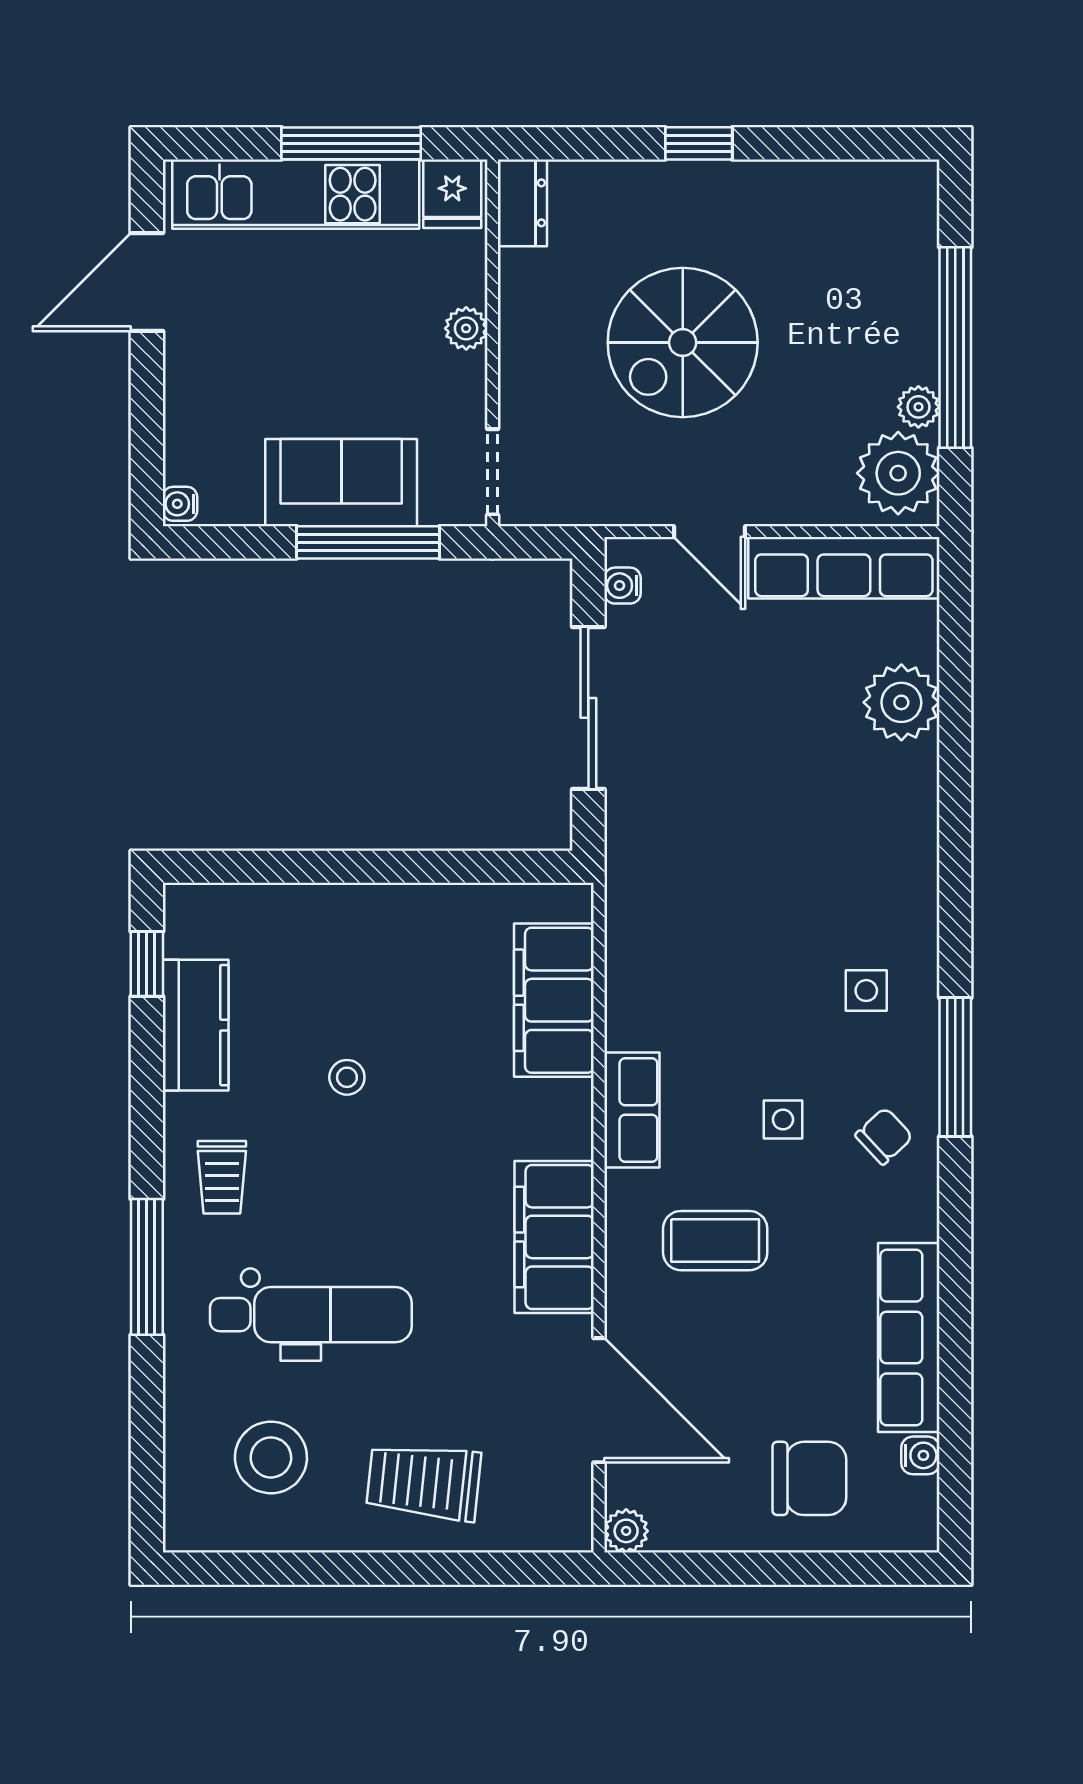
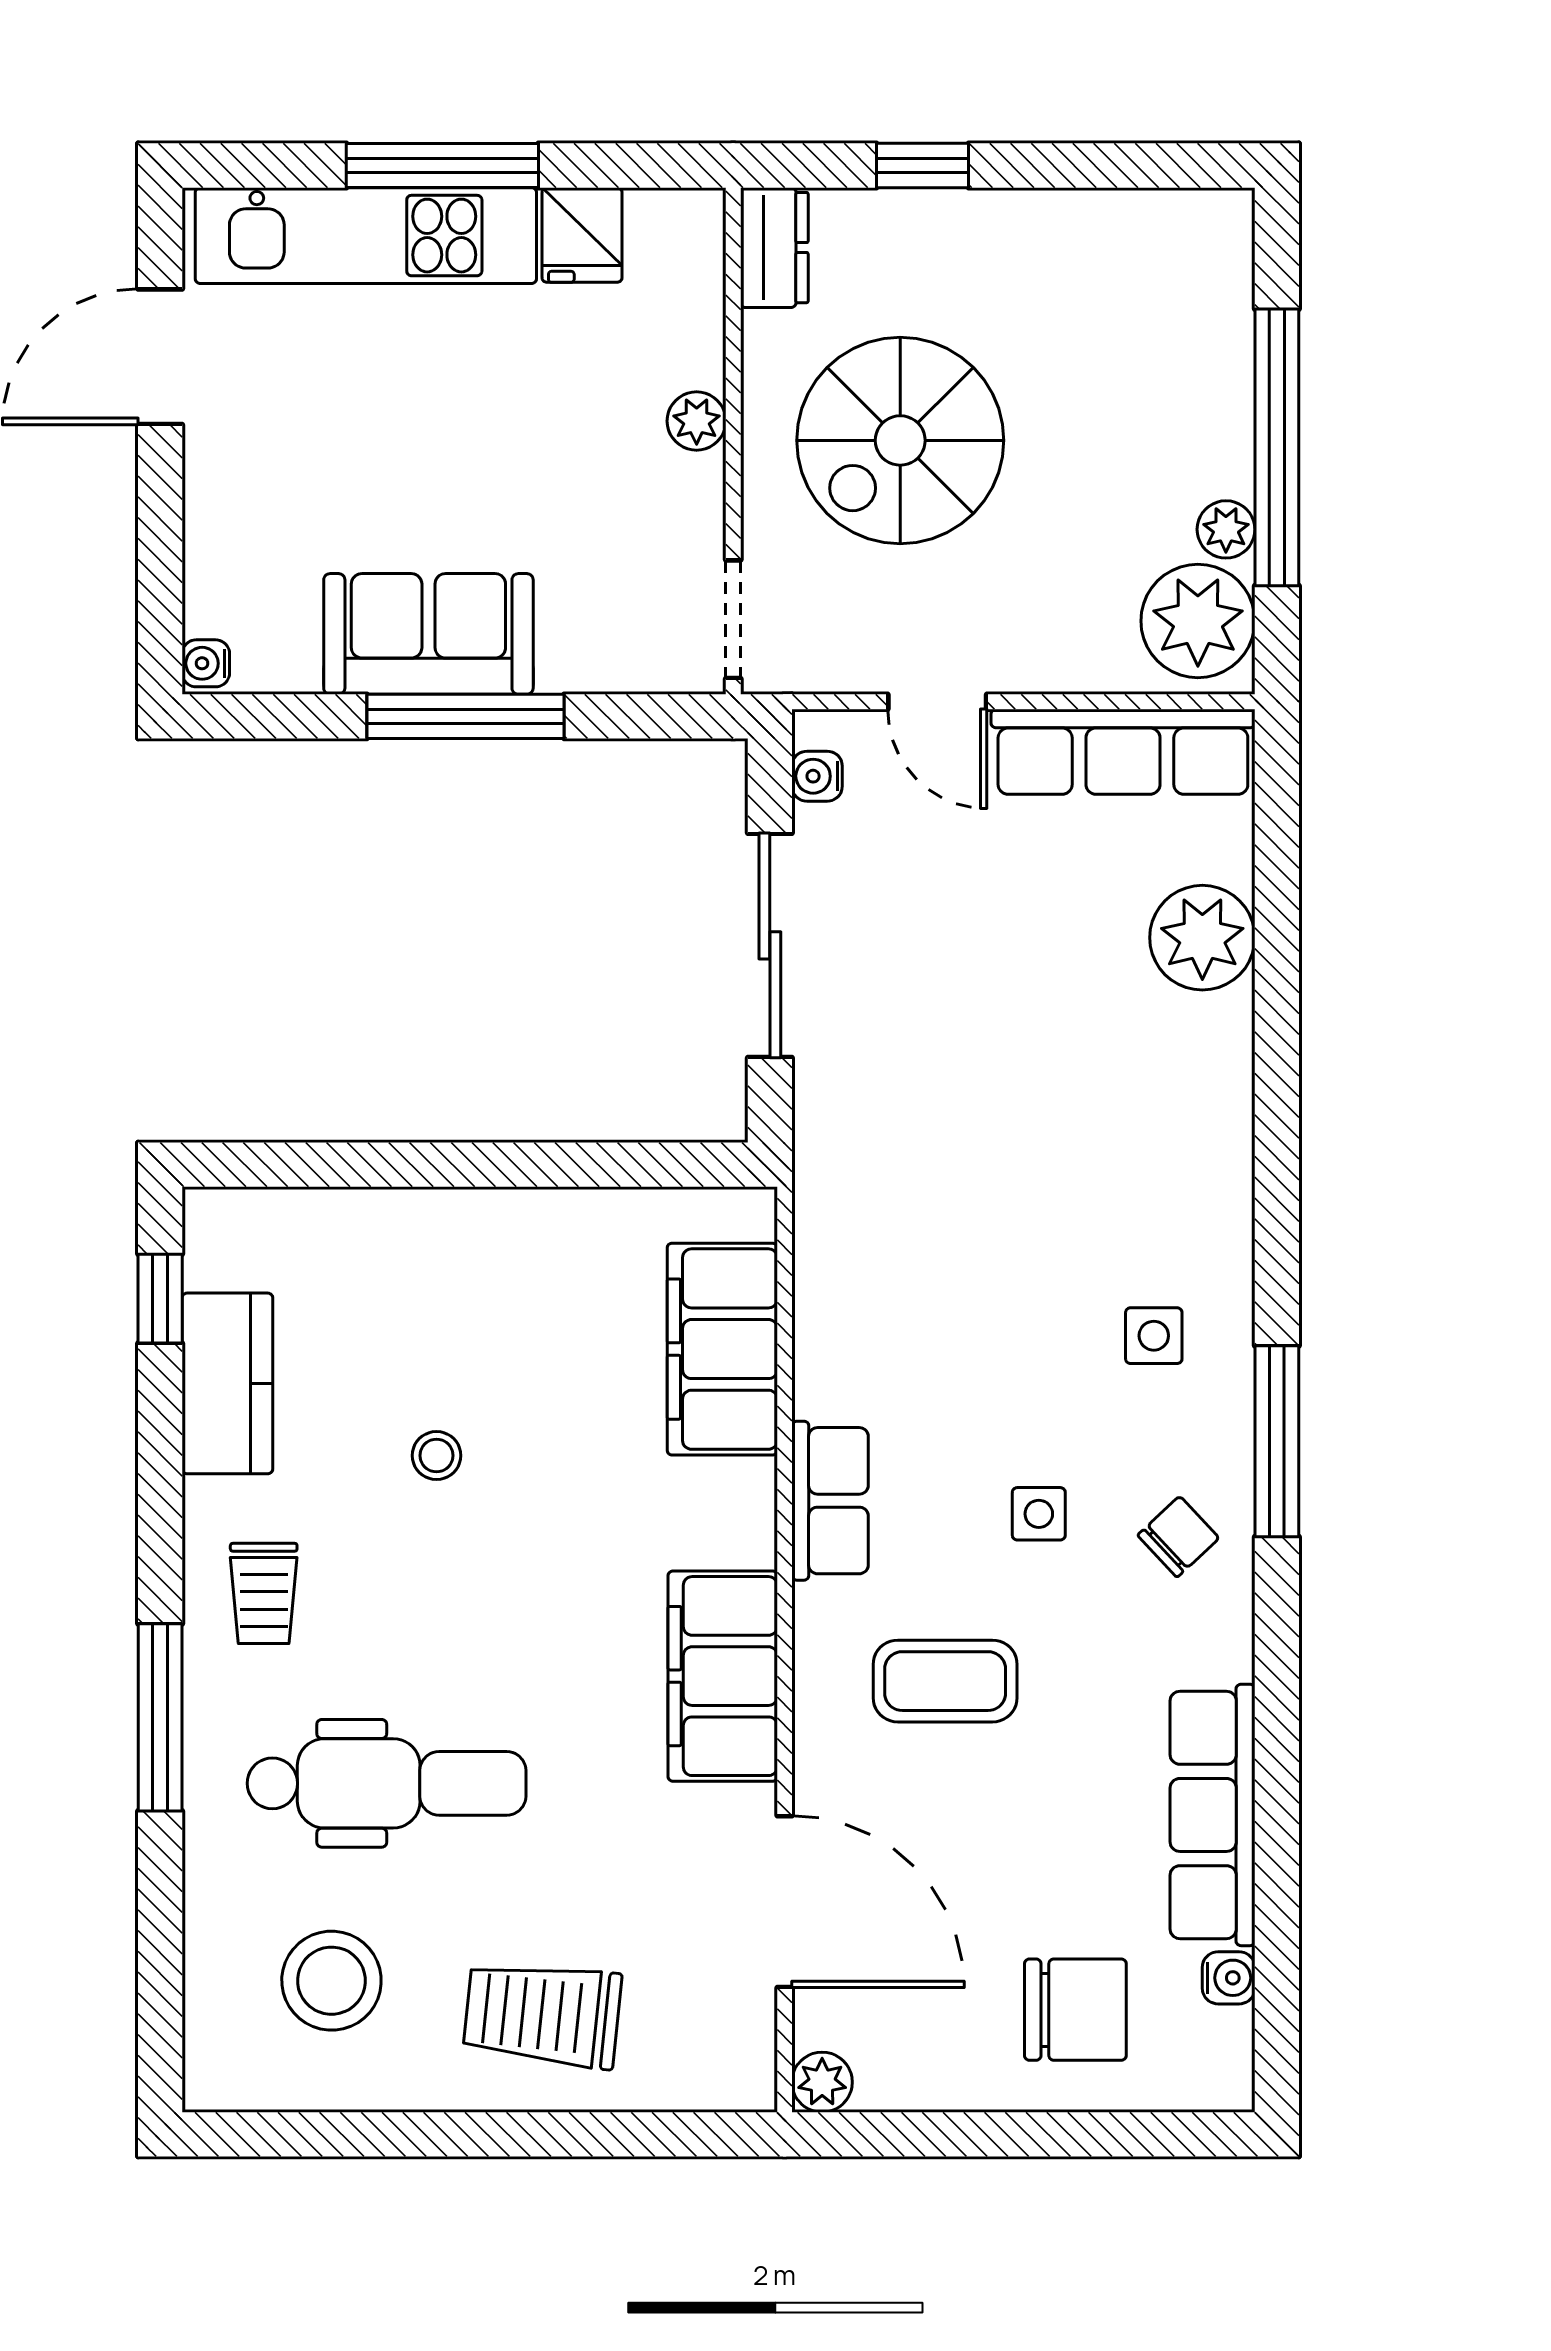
dresser: (522, 203) -> (774, 248), moved
plant: (466, 328) -> (697, 421), moved
wall: (493, 343) -> (733, 441), moved
doorway: (493, 472) -> (733, 619), moved

